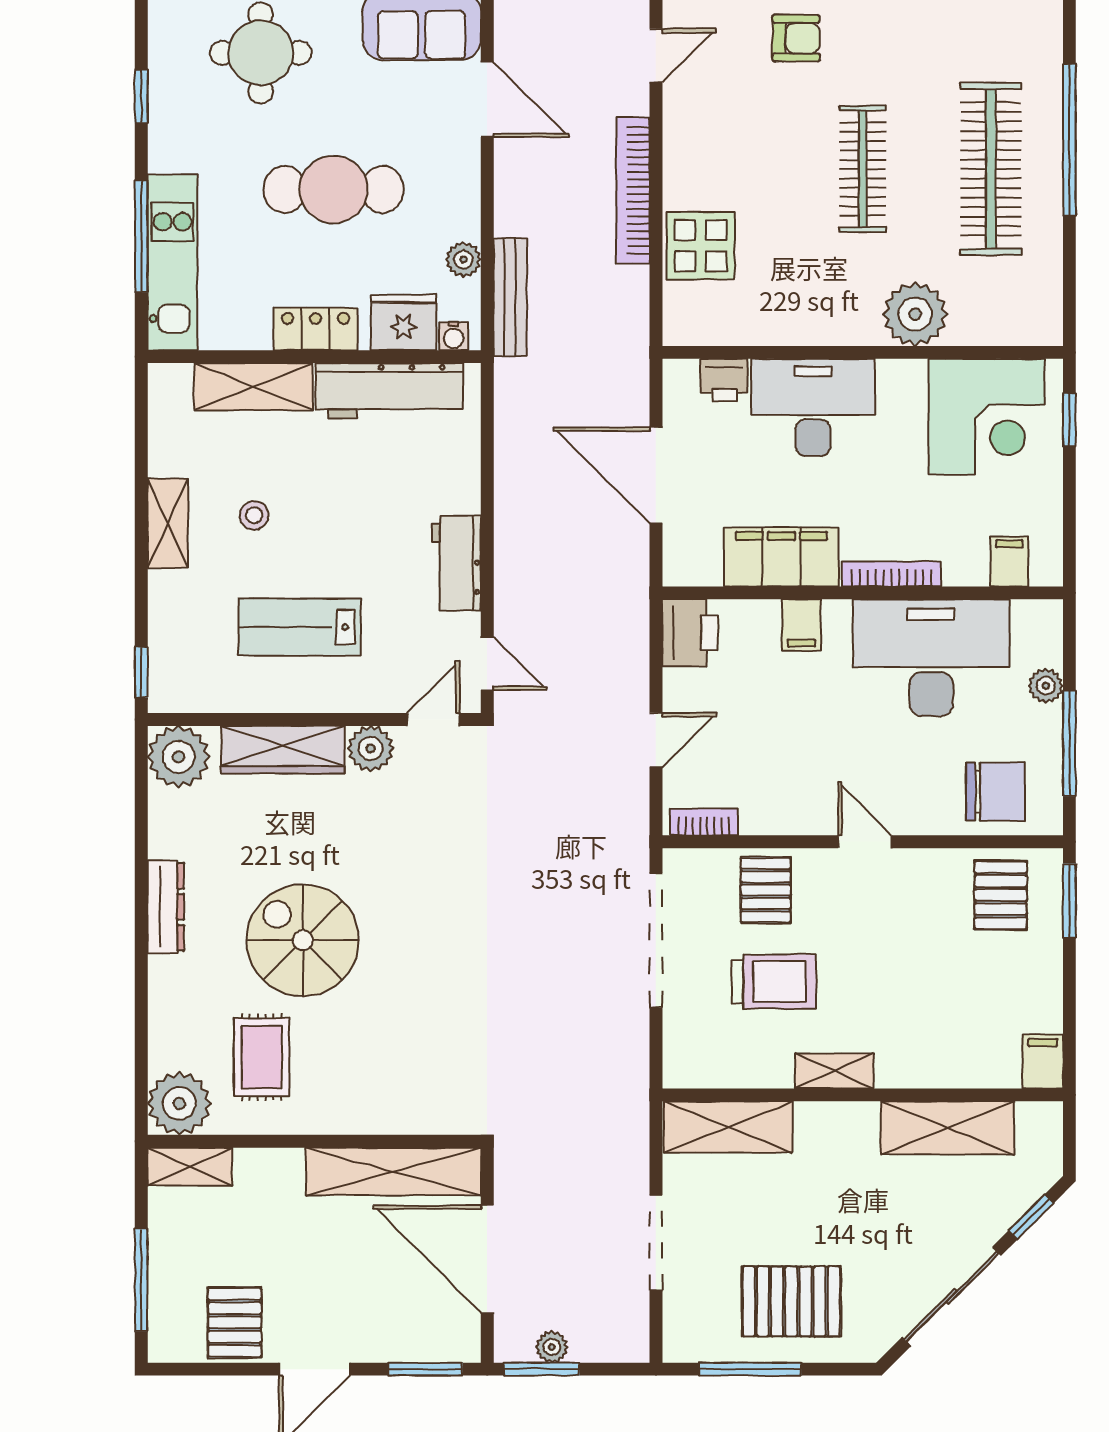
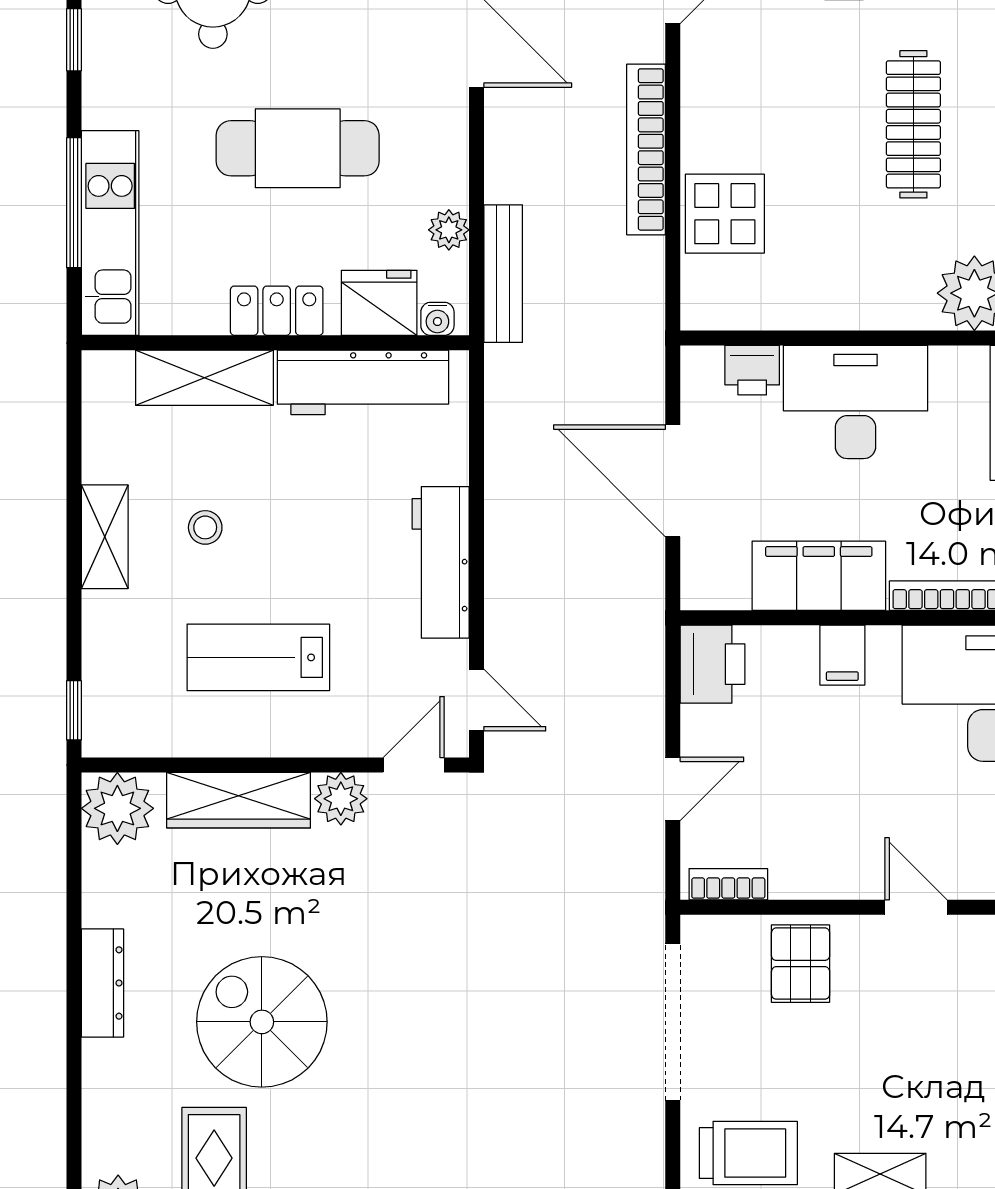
workbench: (456, 563) -> (441, 562), width x1.37
trolley: (774, 982) -> (748, 1153), moved

